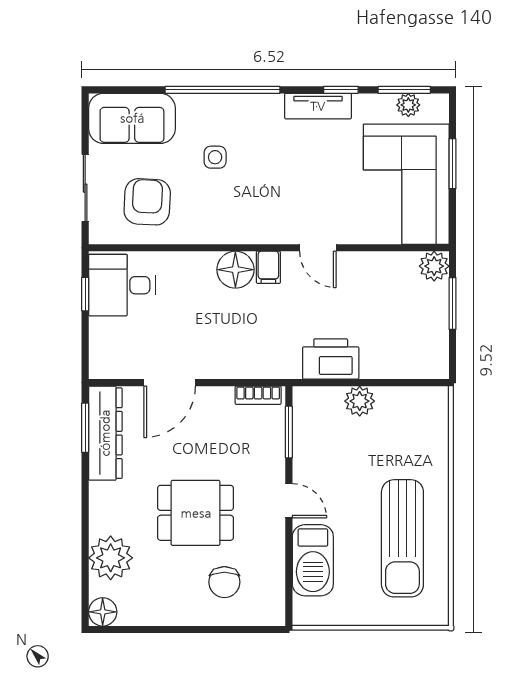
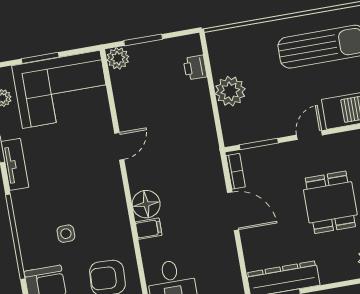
filing cabinet: (268, 267) -> (149, 229), moved
printer: (331, 359) -> (195, 68), moved, width x0.53, depth x0.68
door: (170, 383) -> (233, 211), moved
plant: (360, 401) -> (230, 91), width x1.36, depth x1.36

